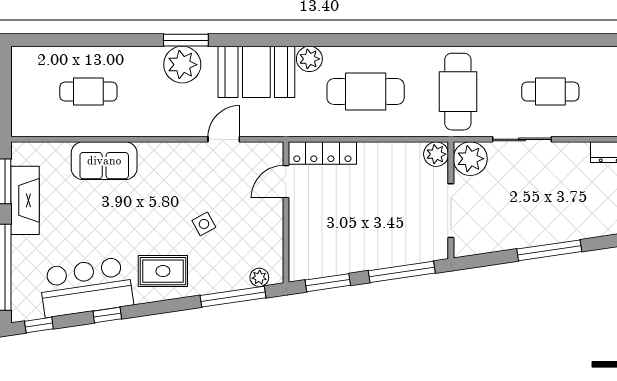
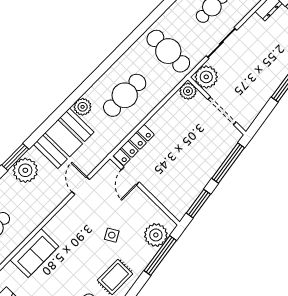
plant: (259, 277) -> (156, 235), width x1.87, depth x1.87

